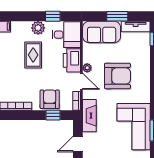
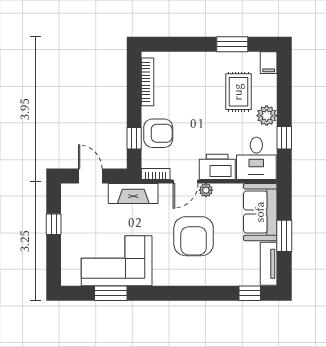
rug: (33, 55) -> (238, 92), moved, turned 90

